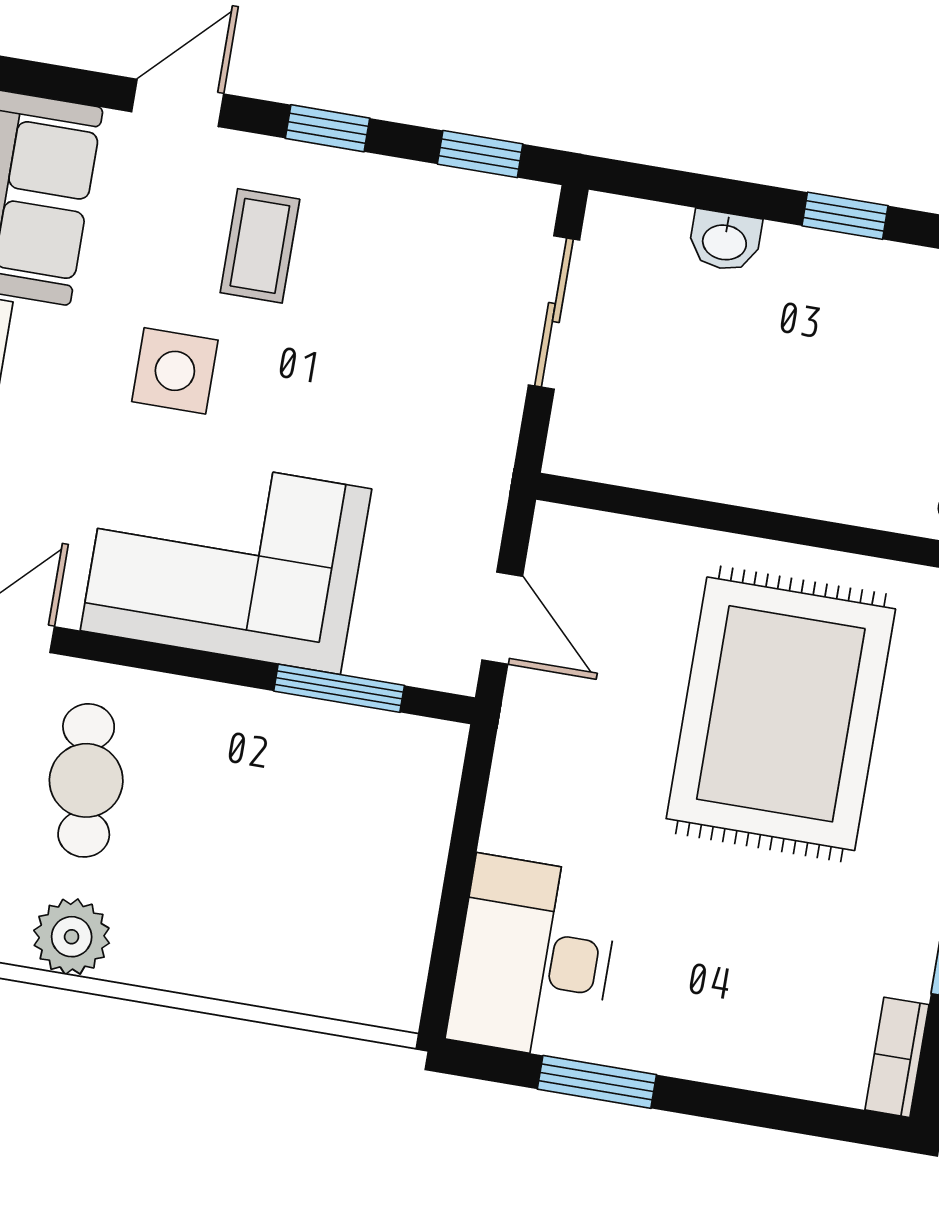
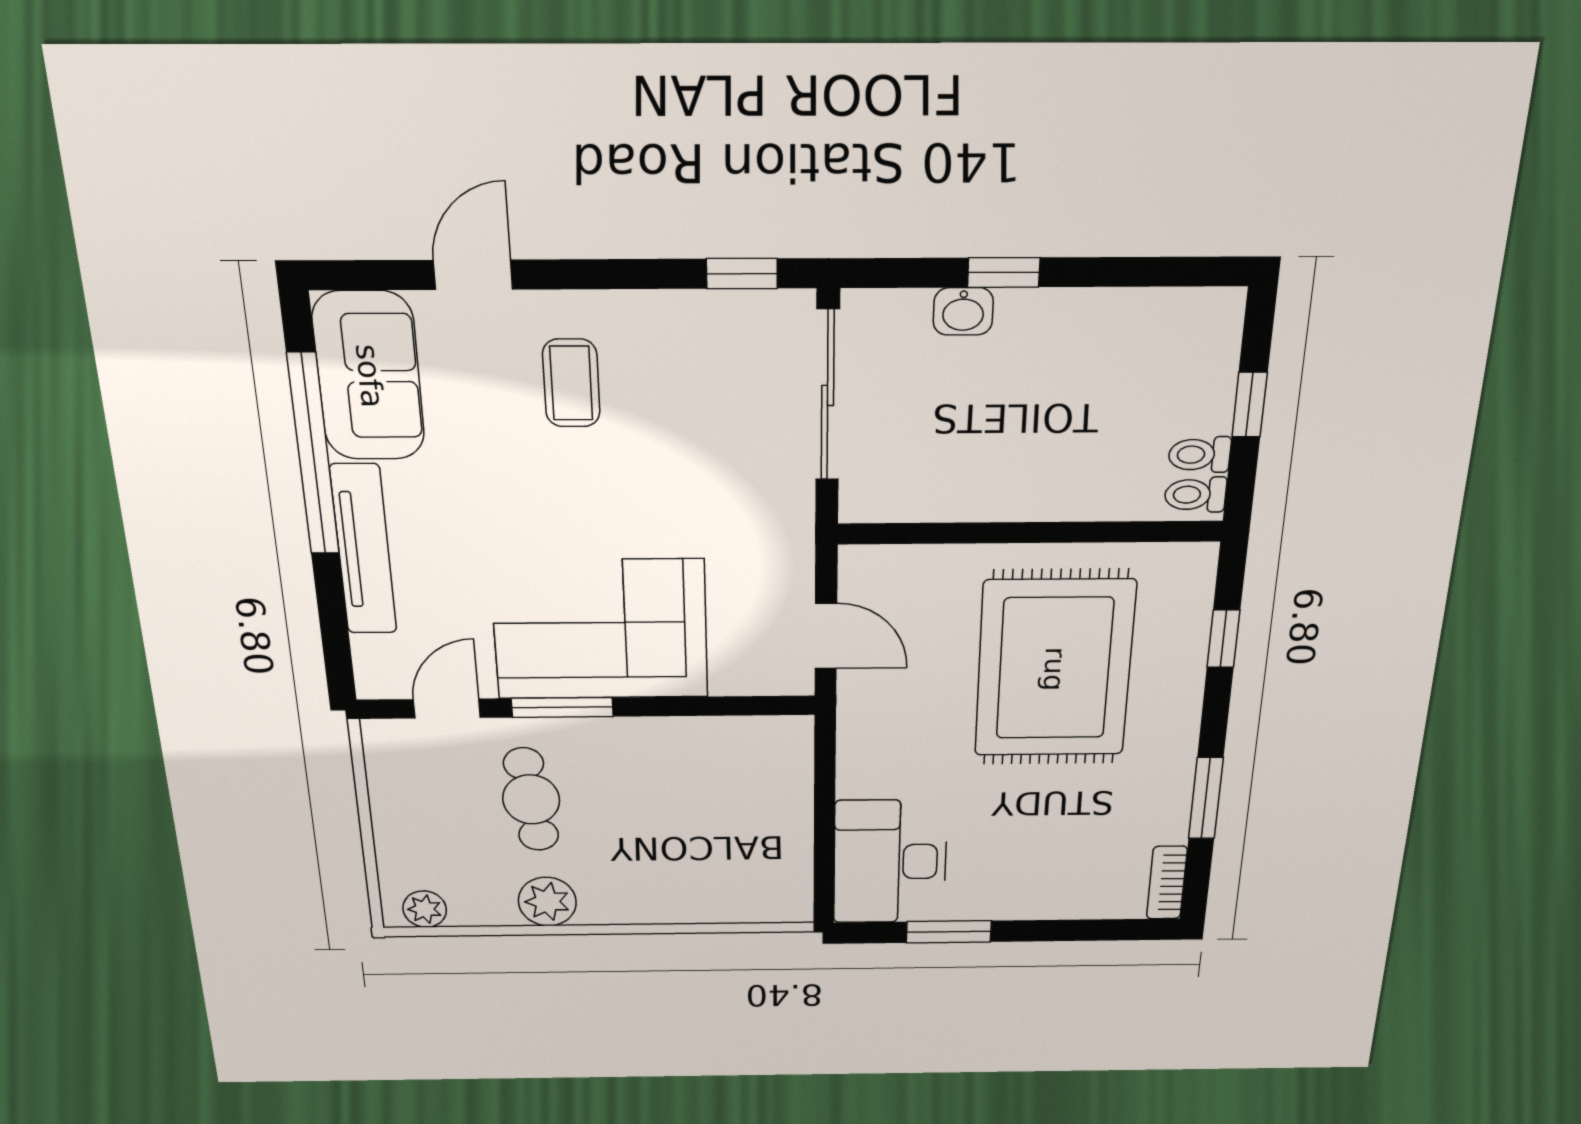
window: (327, 128) -> (606, 274), removed
window: (845, 216) -> (1004, 273), moved
sliding door: (554, 313) -> (828, 395), width x1.37
side table: (175, 371) -> (525, 495), removed
window: (339, 688) -> (562, 707), moved

